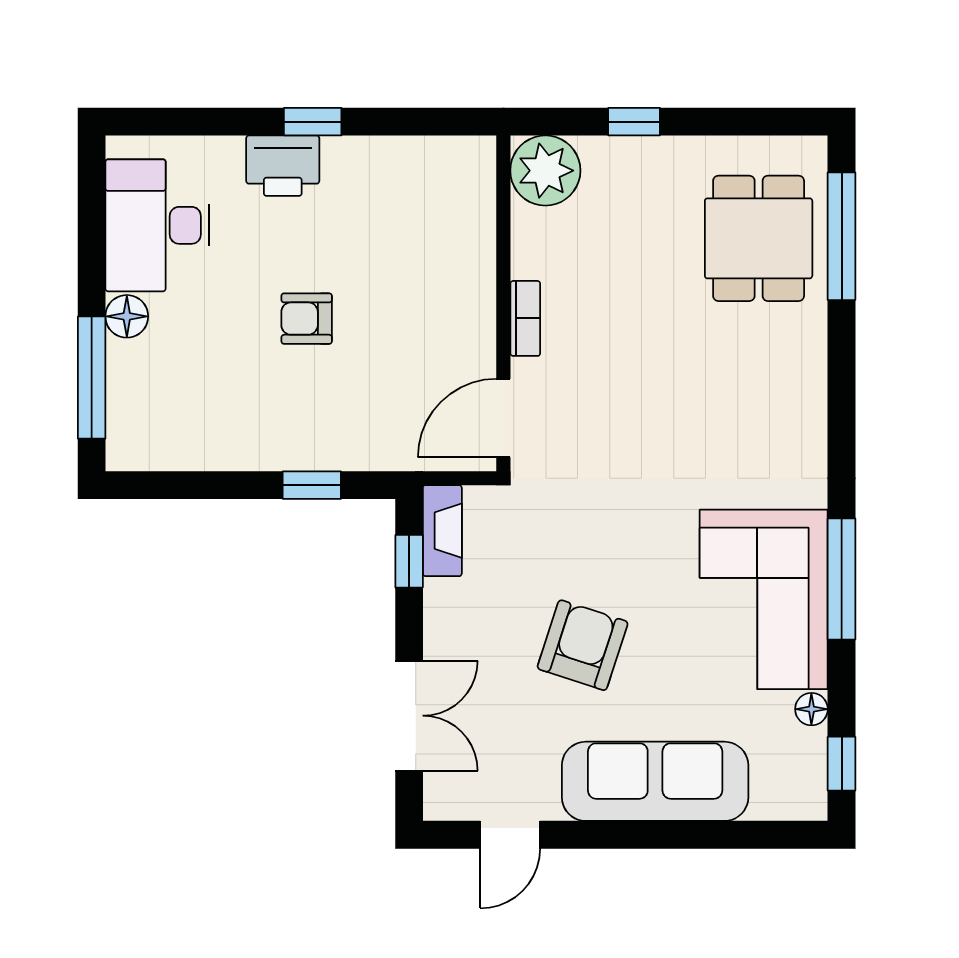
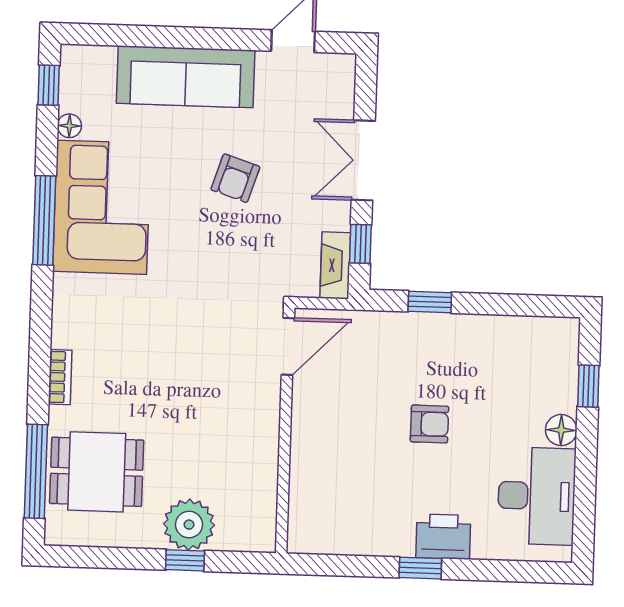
plant: (545, 171) -> (189, 525), moved
dining table: (759, 238) -> (97, 472), turned 90
bookcase: (525, 318) -> (60, 377), moved, turned 180
window: (92, 378) -> (588, 386), width x0.46
armchair: (583, 645) -> (235, 178), width x0.72, depth x0.72
double door: (409, 716) -> (363, 160), moved

